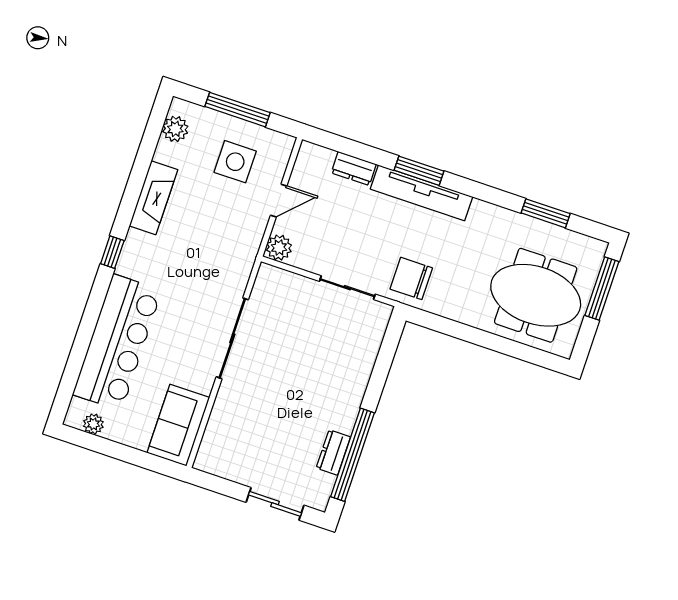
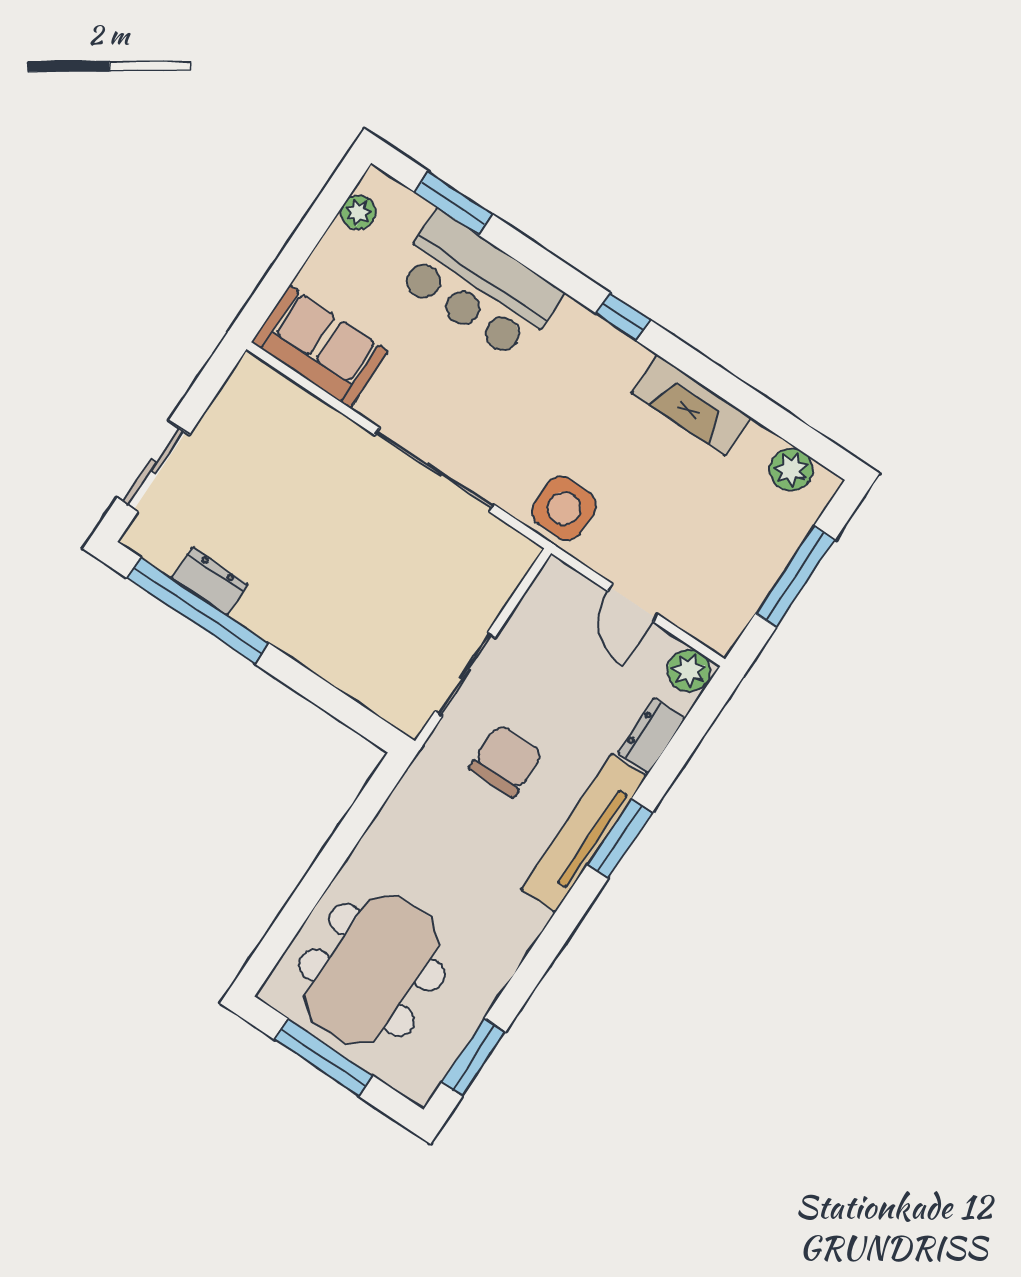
side table: (235, 162) -> (564, 508), moved
window: (546, 213) -> (474, 1057), moved
plant: (279, 248) -> (689, 671), moved
chair: (411, 278) -> (506, 761), moved
window: (602, 289) -> (323, 1057), moved
bar counter: (117, 342) -> (478, 286), width x0.73
window: (73, 370) -> (453, 203), added

